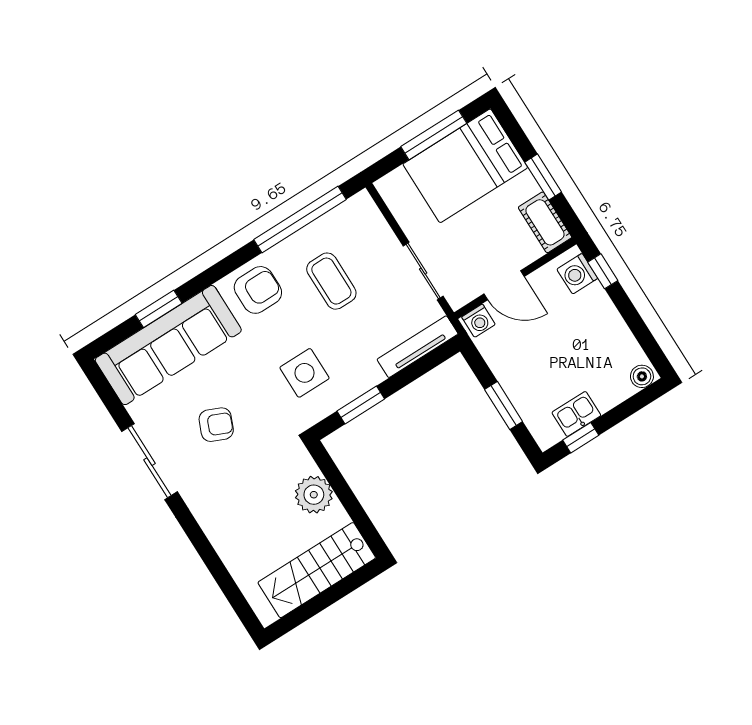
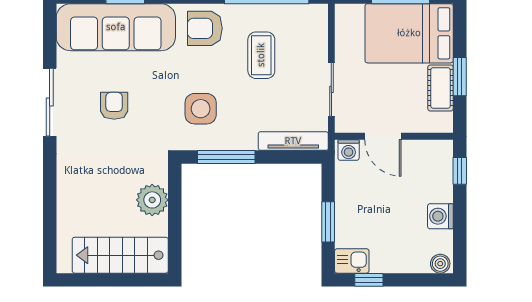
cot: (545, 222) -> (441, 88), moved
washing machine: (577, 274) -> (440, 216), moved
armchair: (258, 290) -> (205, 28), turned 180
window: (361, 405) -> (226, 157), width x1.44
kitchen sink: (576, 414) -> (352, 261), moved
armchair: (216, 425) -> (114, 106), turned -113

